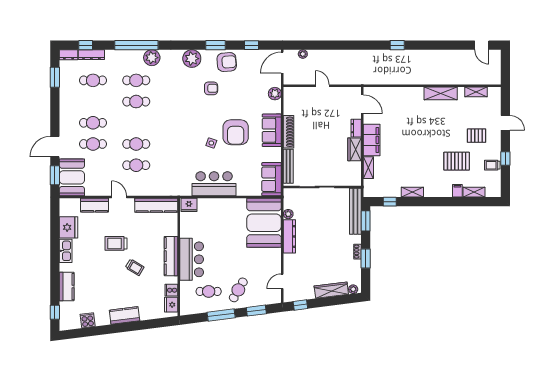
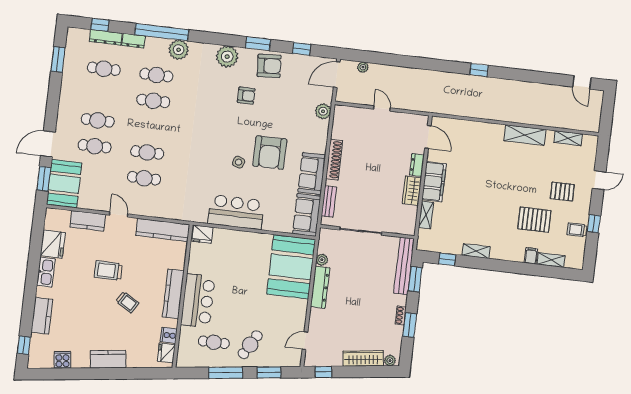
dresser: (69, 55) -> (133, 41), moved
door: (505, 123) -> (599, 180), hinge flipped
sofa: (272, 130) -> (312, 174), moved
bench: (288, 166) -> (329, 201), width x0.73

